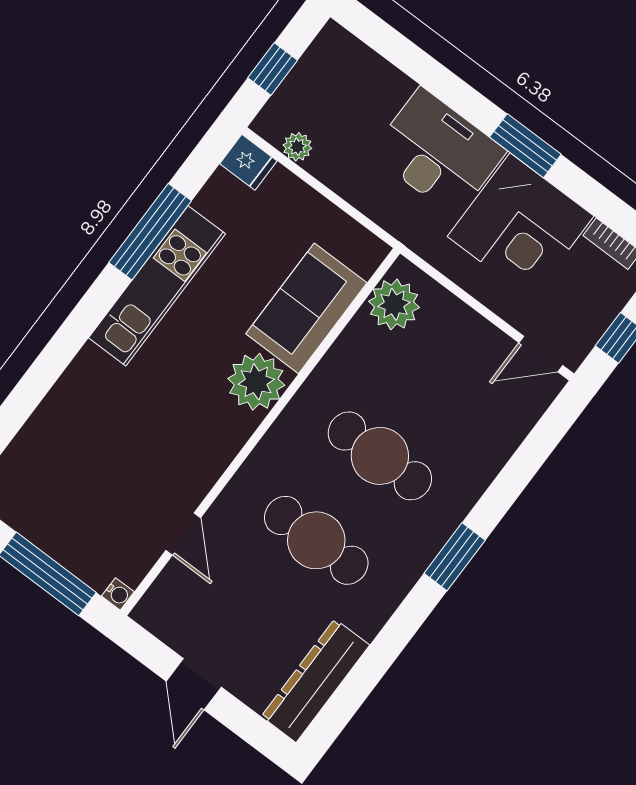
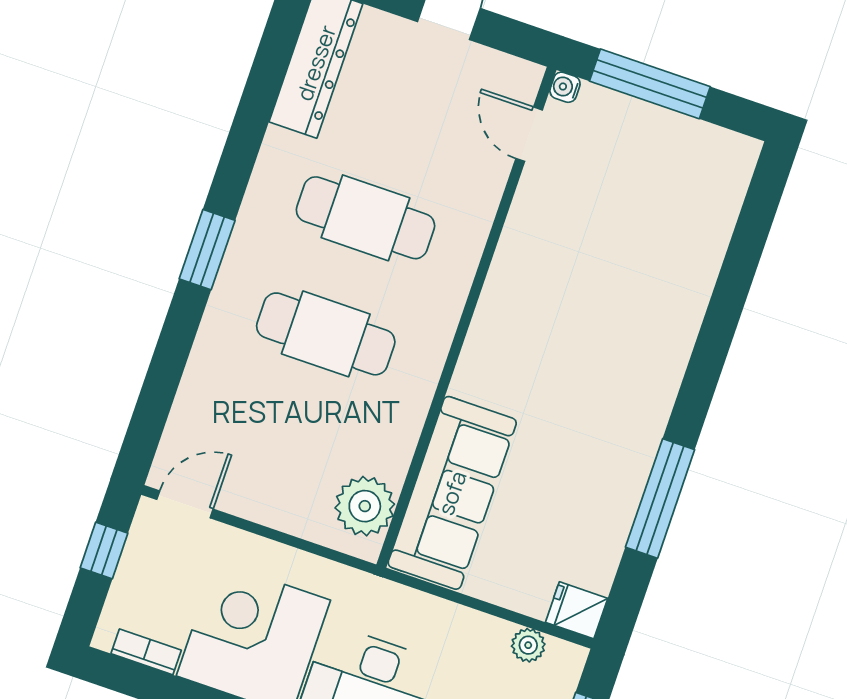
kitchen unit: (157, 286) -> (633, 441), removed
sofa: (306, 308) -> (452, 493), width x1.36
plant: (256, 382) -> (489, 371), removed
door: (183, 534) -> (529, 134), moved

